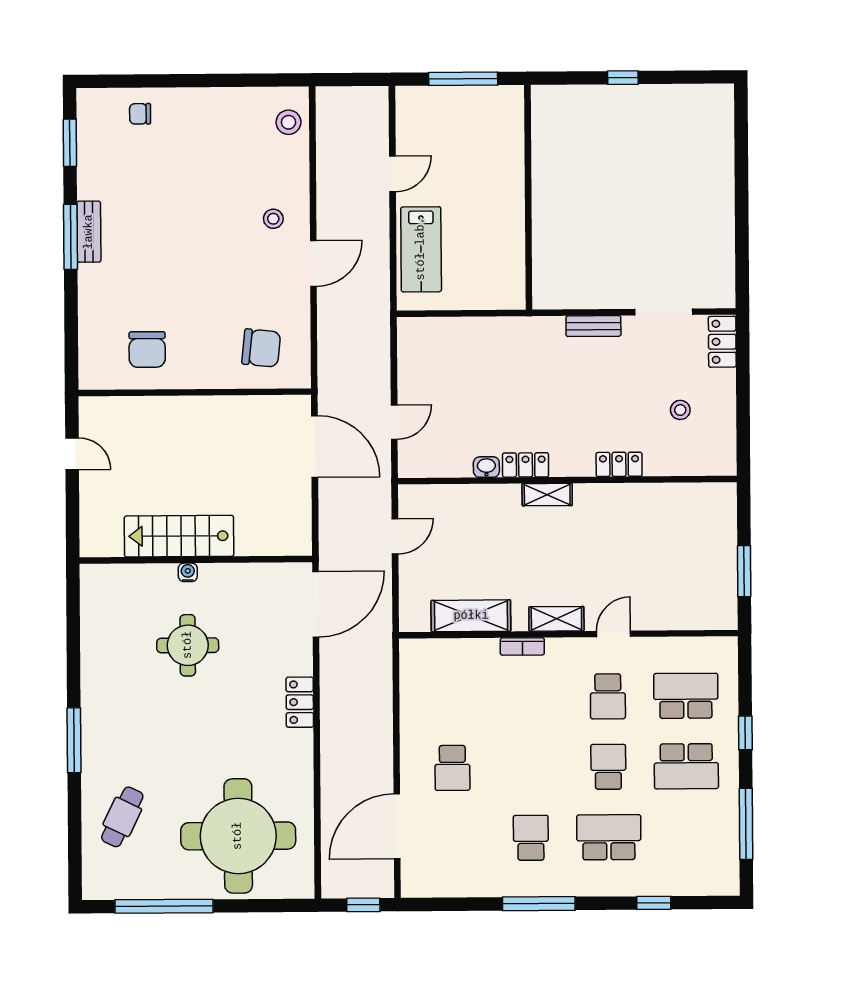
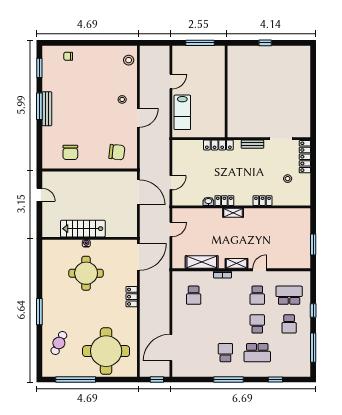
bench: (89, 232) -> (47, 109), width x1.36
locker: (510, 329) -> (218, 145), added
locker: (722, 342) -> (305, 157), width x1.53
round table: (188, 645) -> (86, 273), width x1.36, depth x1.36
school desk: (686, 766) -> (289, 324), width x0.54
school desk: (452, 768) -> (194, 295), moved
school desk: (609, 837) -> (257, 353), turned 180

